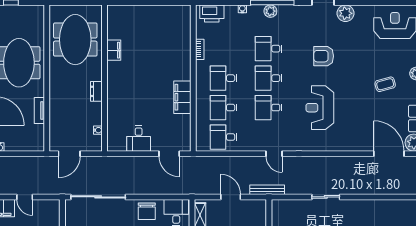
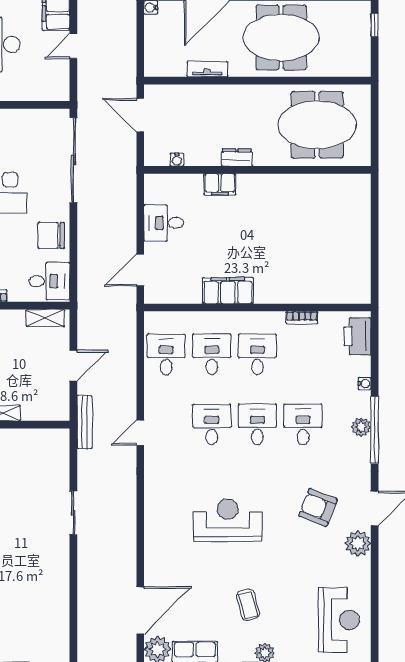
filing cabinet: (114, 50) -> (220, 184), moved
armchair: (324, 56) -> (318, 508), moved, turned -68
reception desk: (320, 108) -> (228, 520), moved

